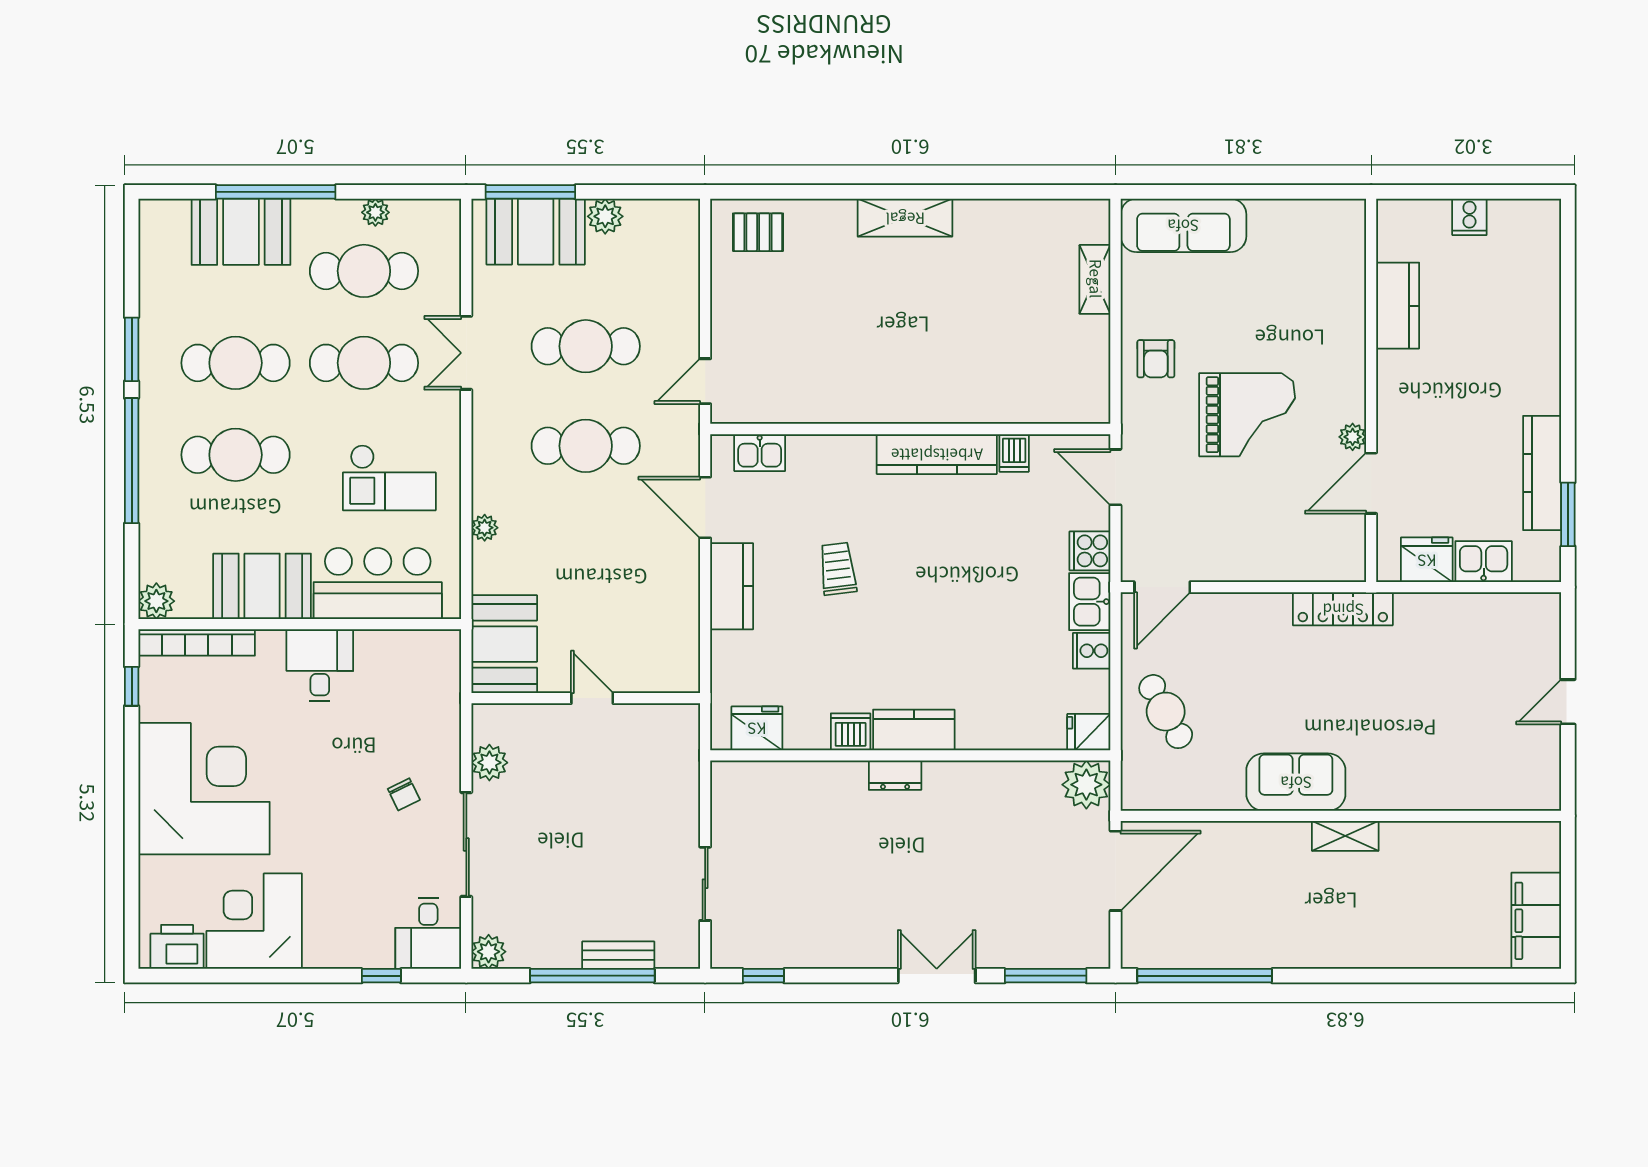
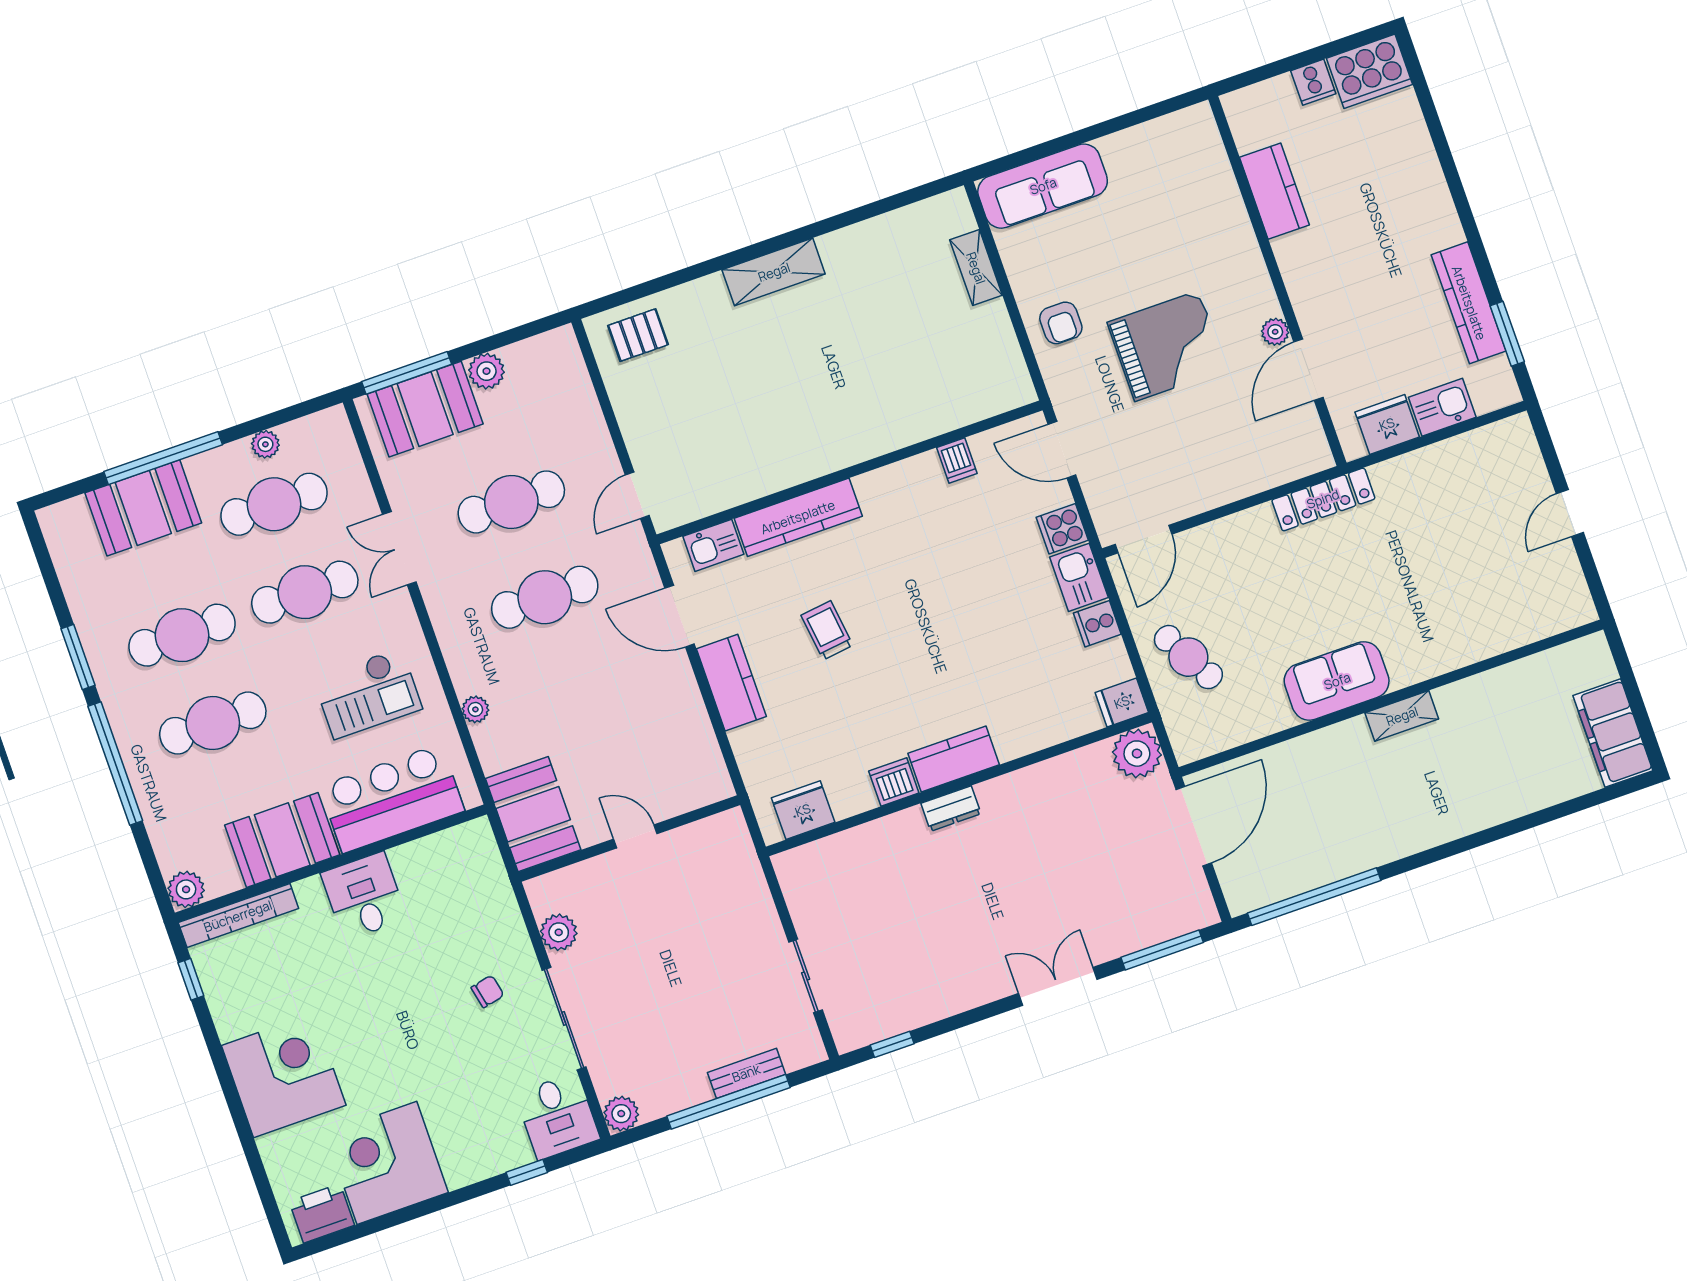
cooker: (1525, 225) -> (1369, 71), added
kitchen counter: (937, 454) -> (798, 517), moved
corner desk: (204, 789) -> (284, 1075), width x0.74, depth x0.74
chair: (404, 794) -> (488, 991), turned -76

